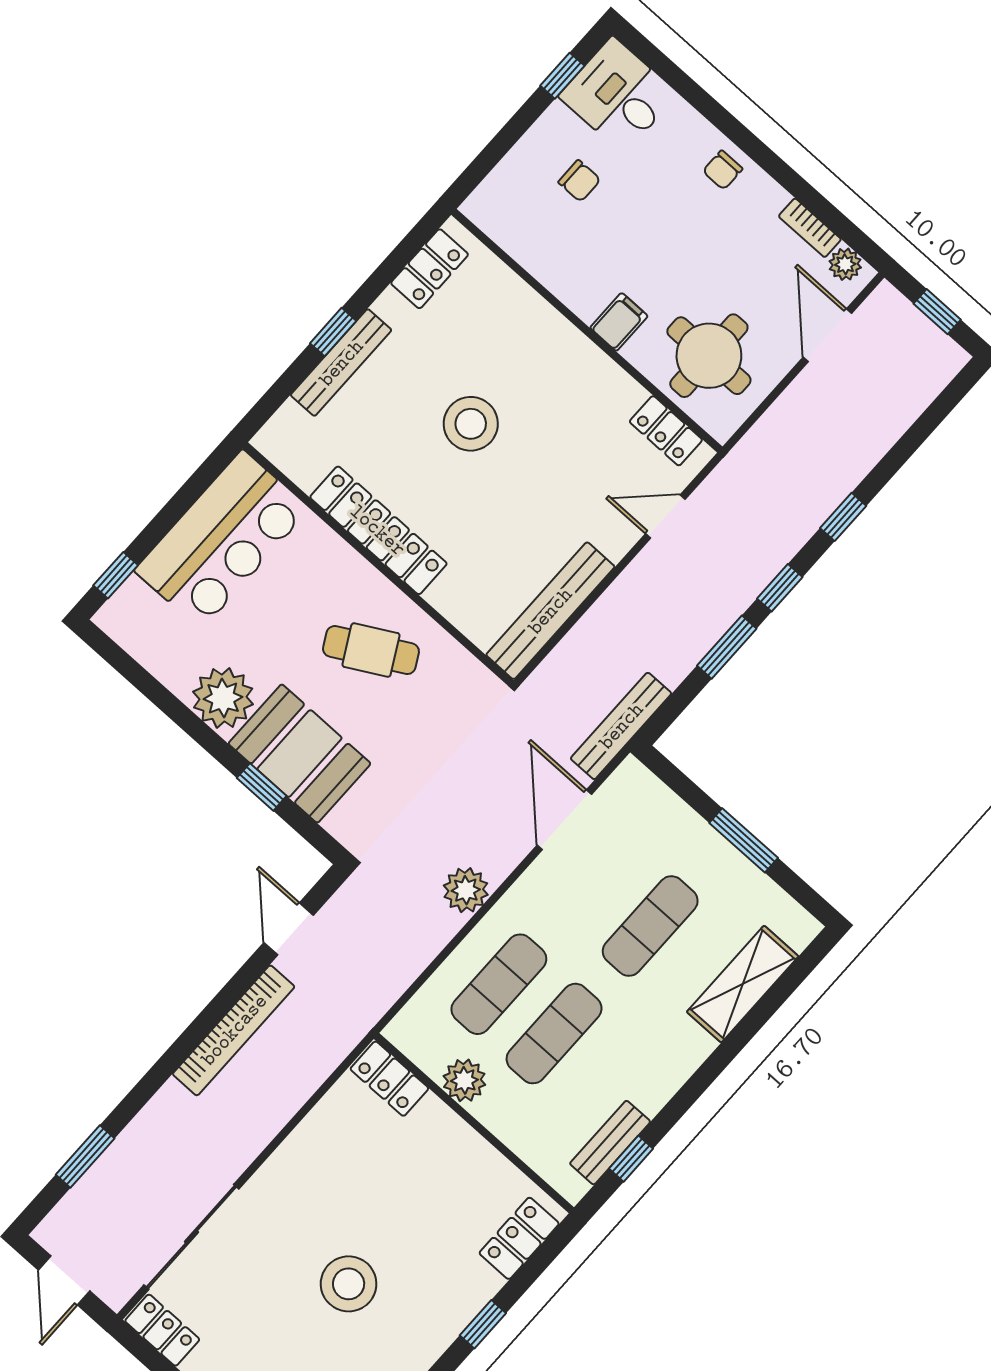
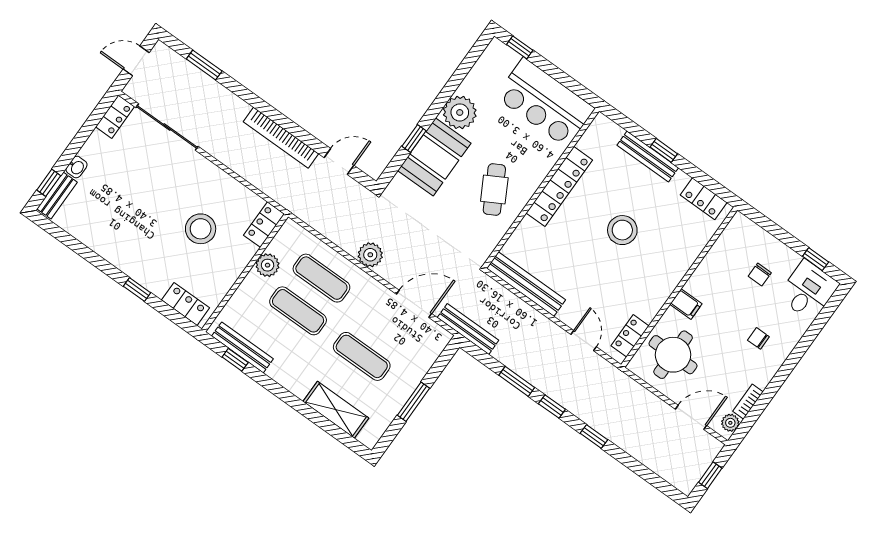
chair: (723, 170) -> (758, 338), moved
bench: (610, 1143) -> (242, 347), width x1.36
stool: (349, 1284) -> (201, 229), moved

